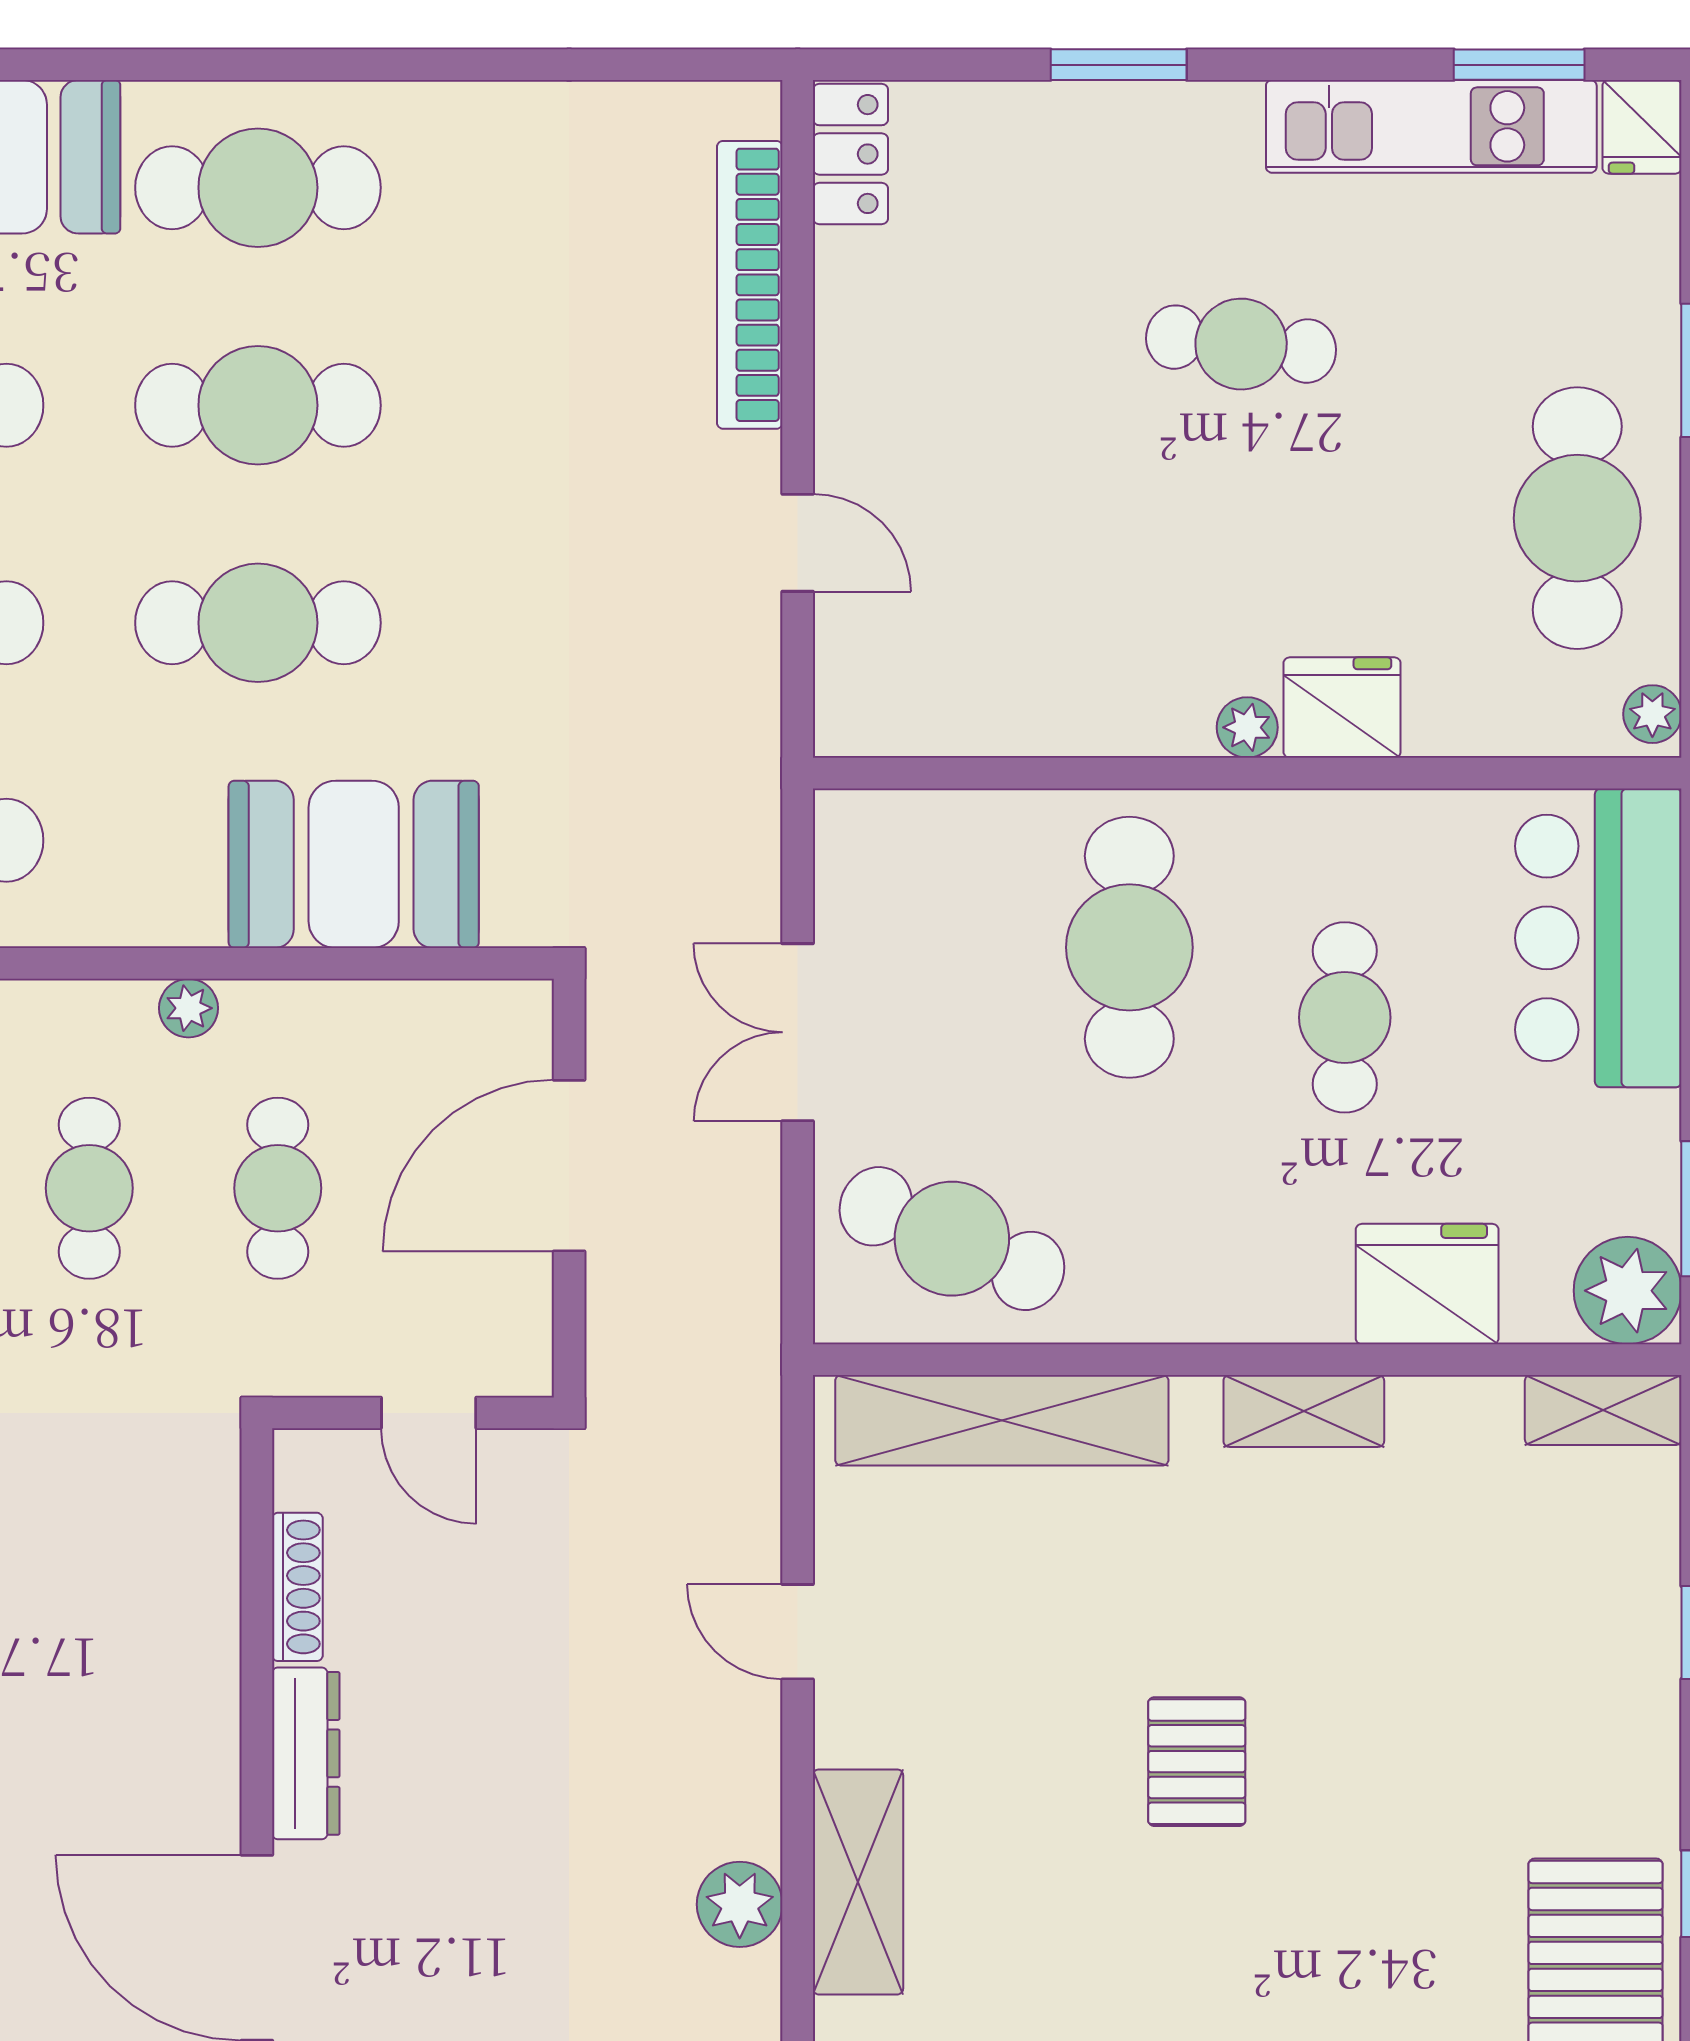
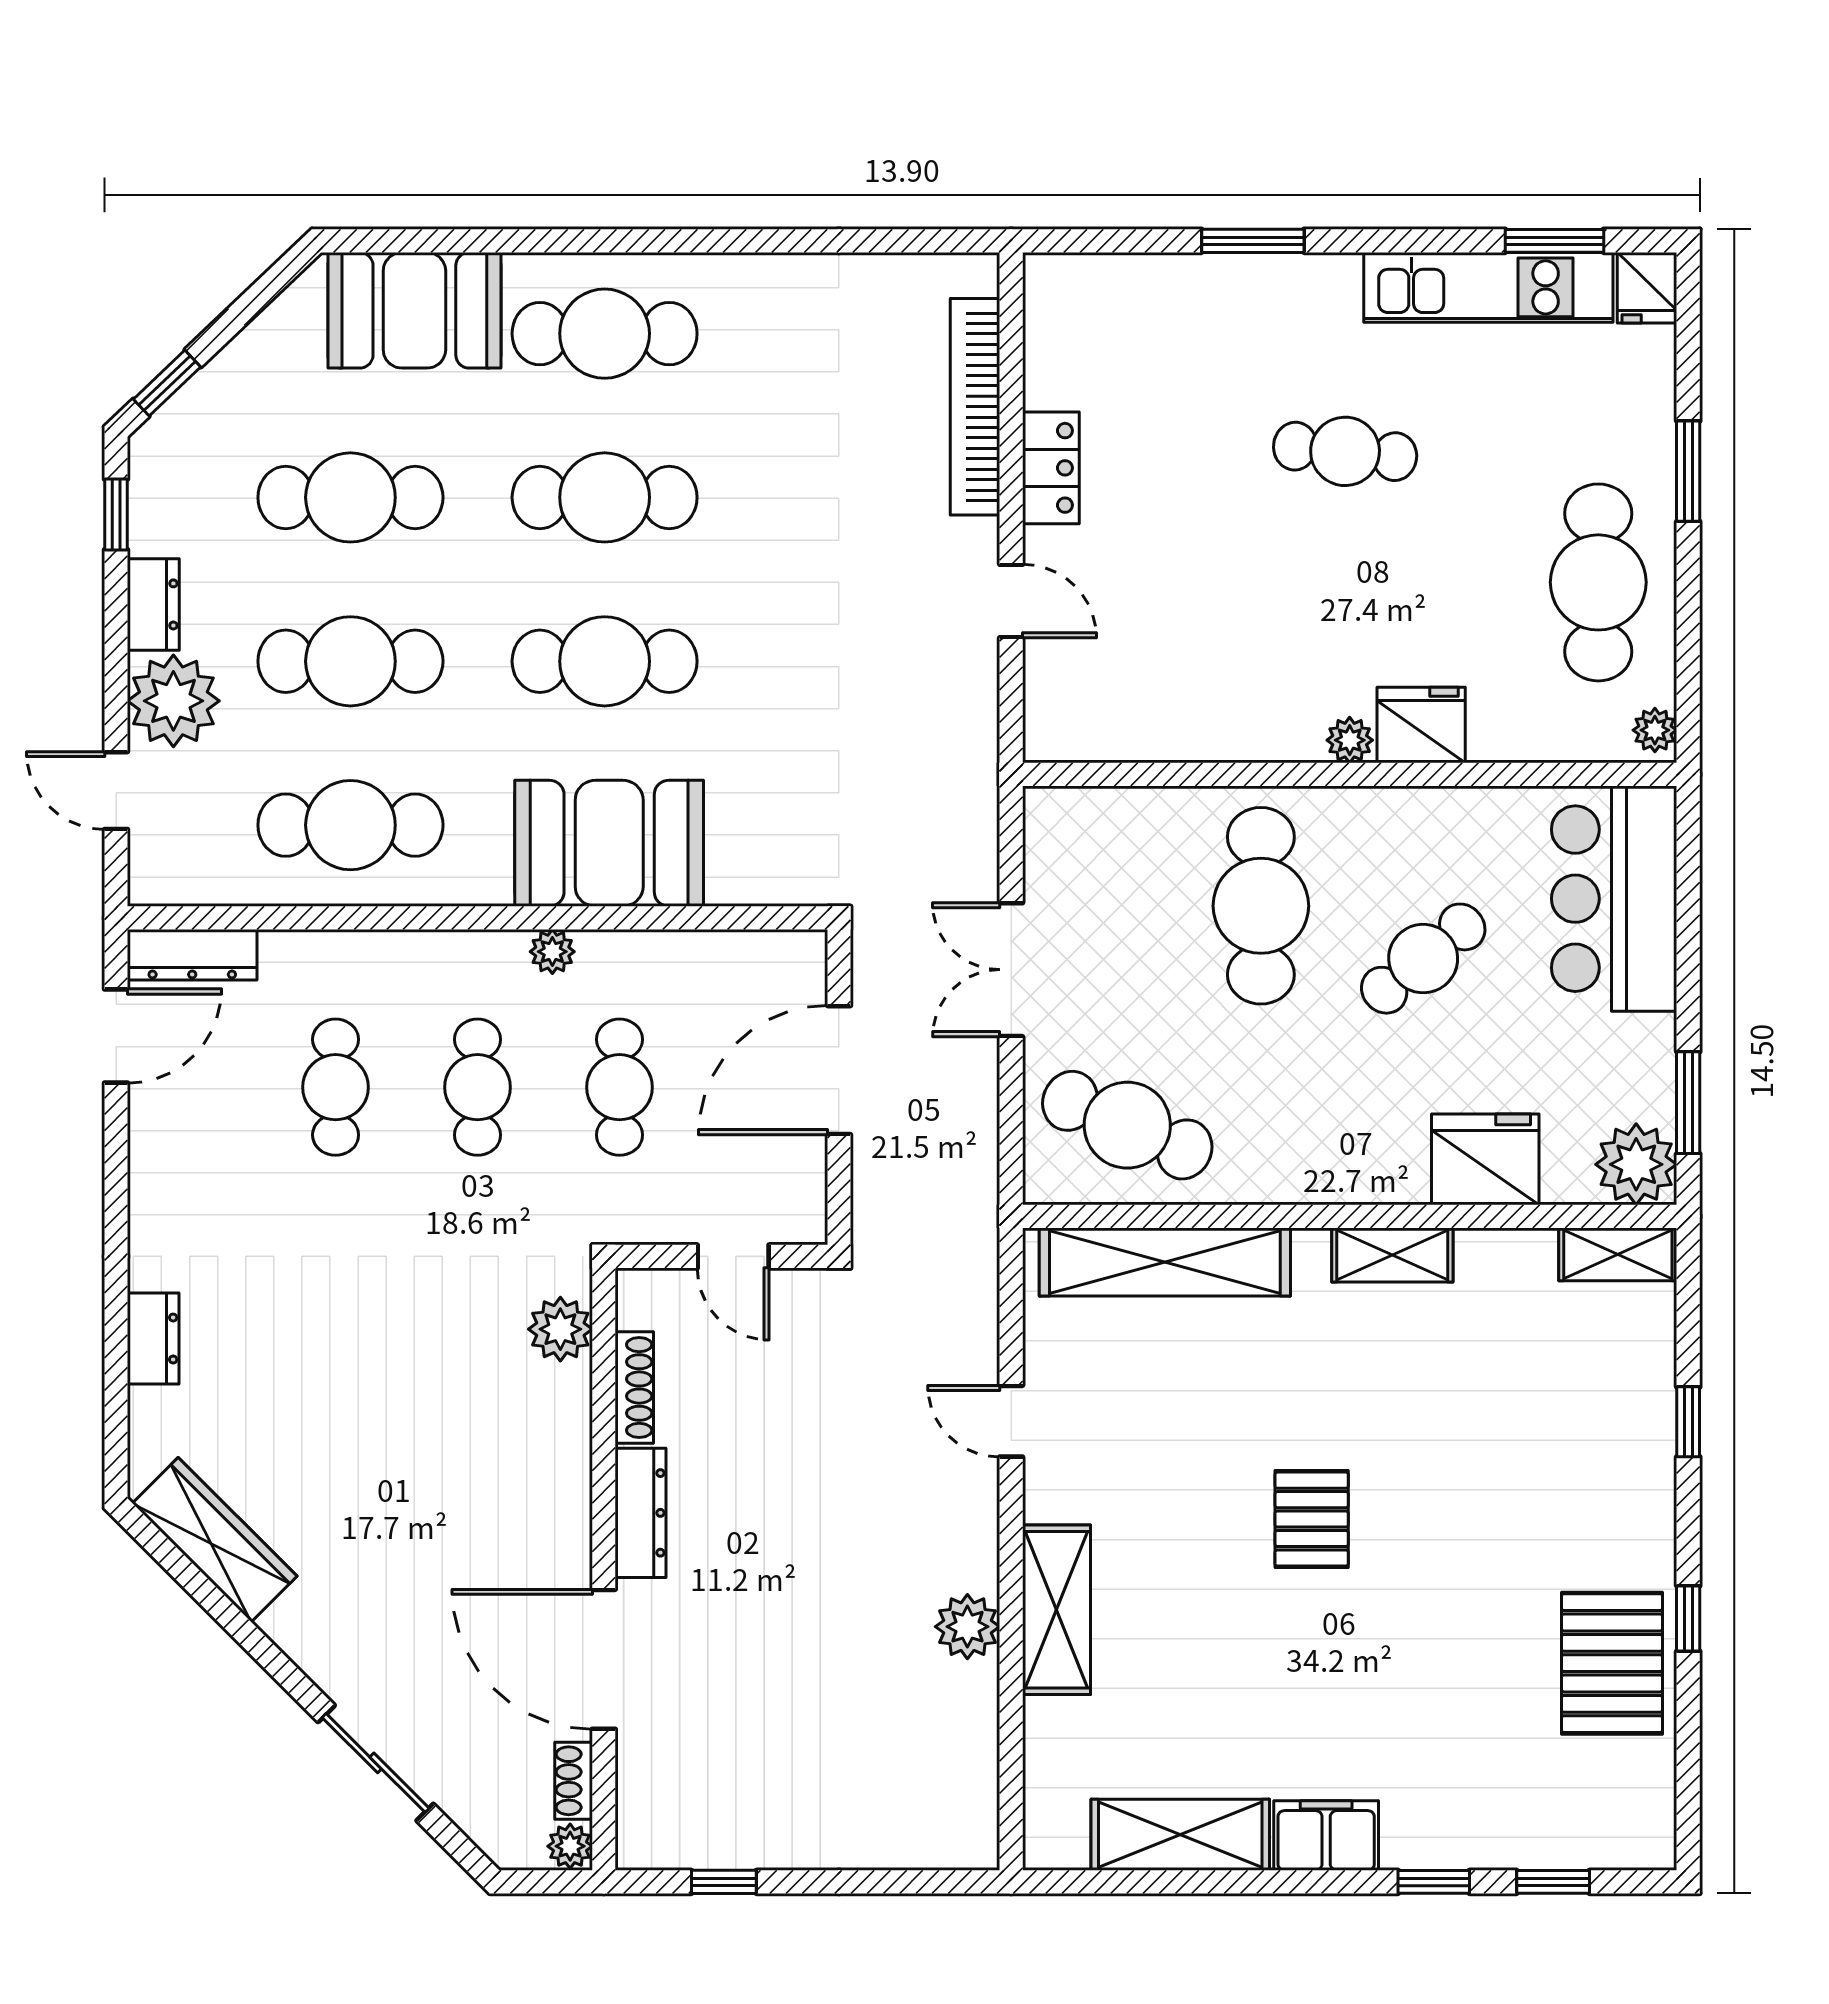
locker: (850, 154) -> (1051, 468), moved
booth: (354, 864) -> (609, 843), moved
cafe table: (1345, 1017) -> (1423, 959), turned 51
plant: (199, 1510) -> (560, 1329), added

